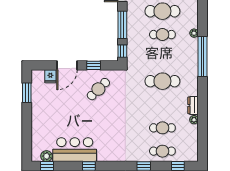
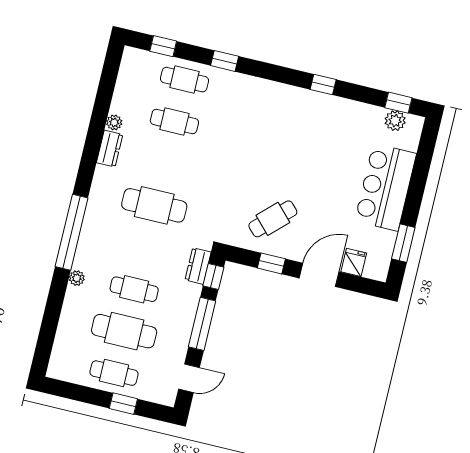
dresser: (132, 55) -> (198, 266), added
bar counter: (75, 150) -> (386, 187), moved, turned 90

